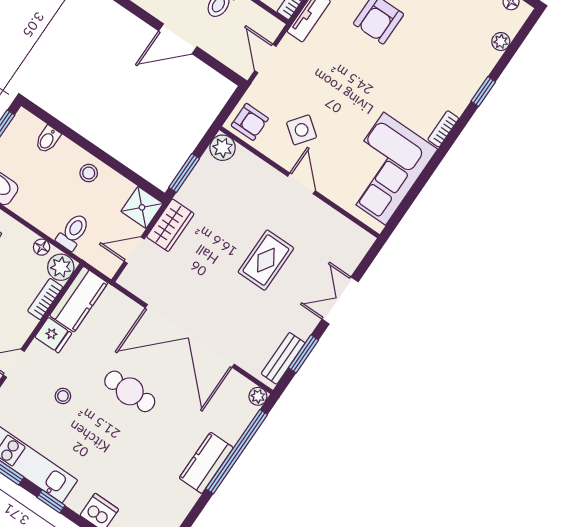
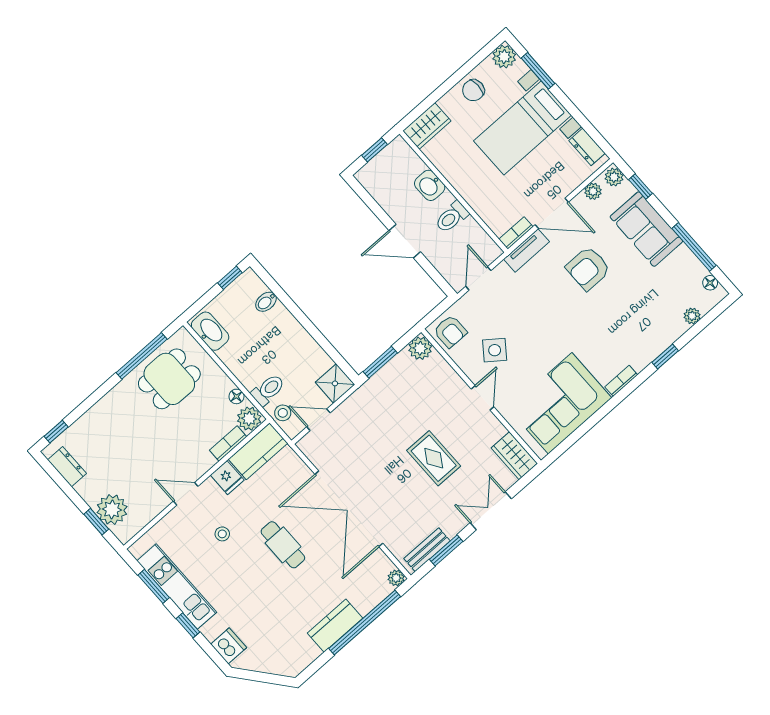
stool: (89, 173) -> (283, 413), moved
wardrobe: (170, 225) -> (514, 456), moved, turned 90
rug: (266, 260) -> (434, 458), turned 90

